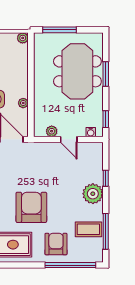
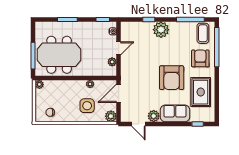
meeting table: (77, 71) -> (59, 55), moved
armchair: (31, 207) -> (172, 78), turned -90
coffee table: (88, 229) -> (203, 33), moved
armchair: (56, 244) -> (200, 58), turned 90

